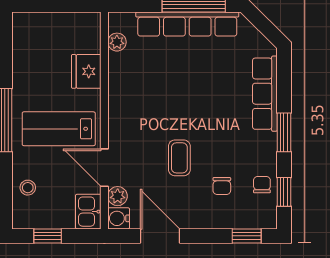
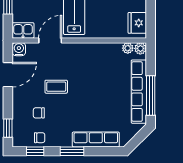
fridge: (86, 71) -> (137, 23), moved, turned -90
plant: (118, 196) -> (140, 48), moved

